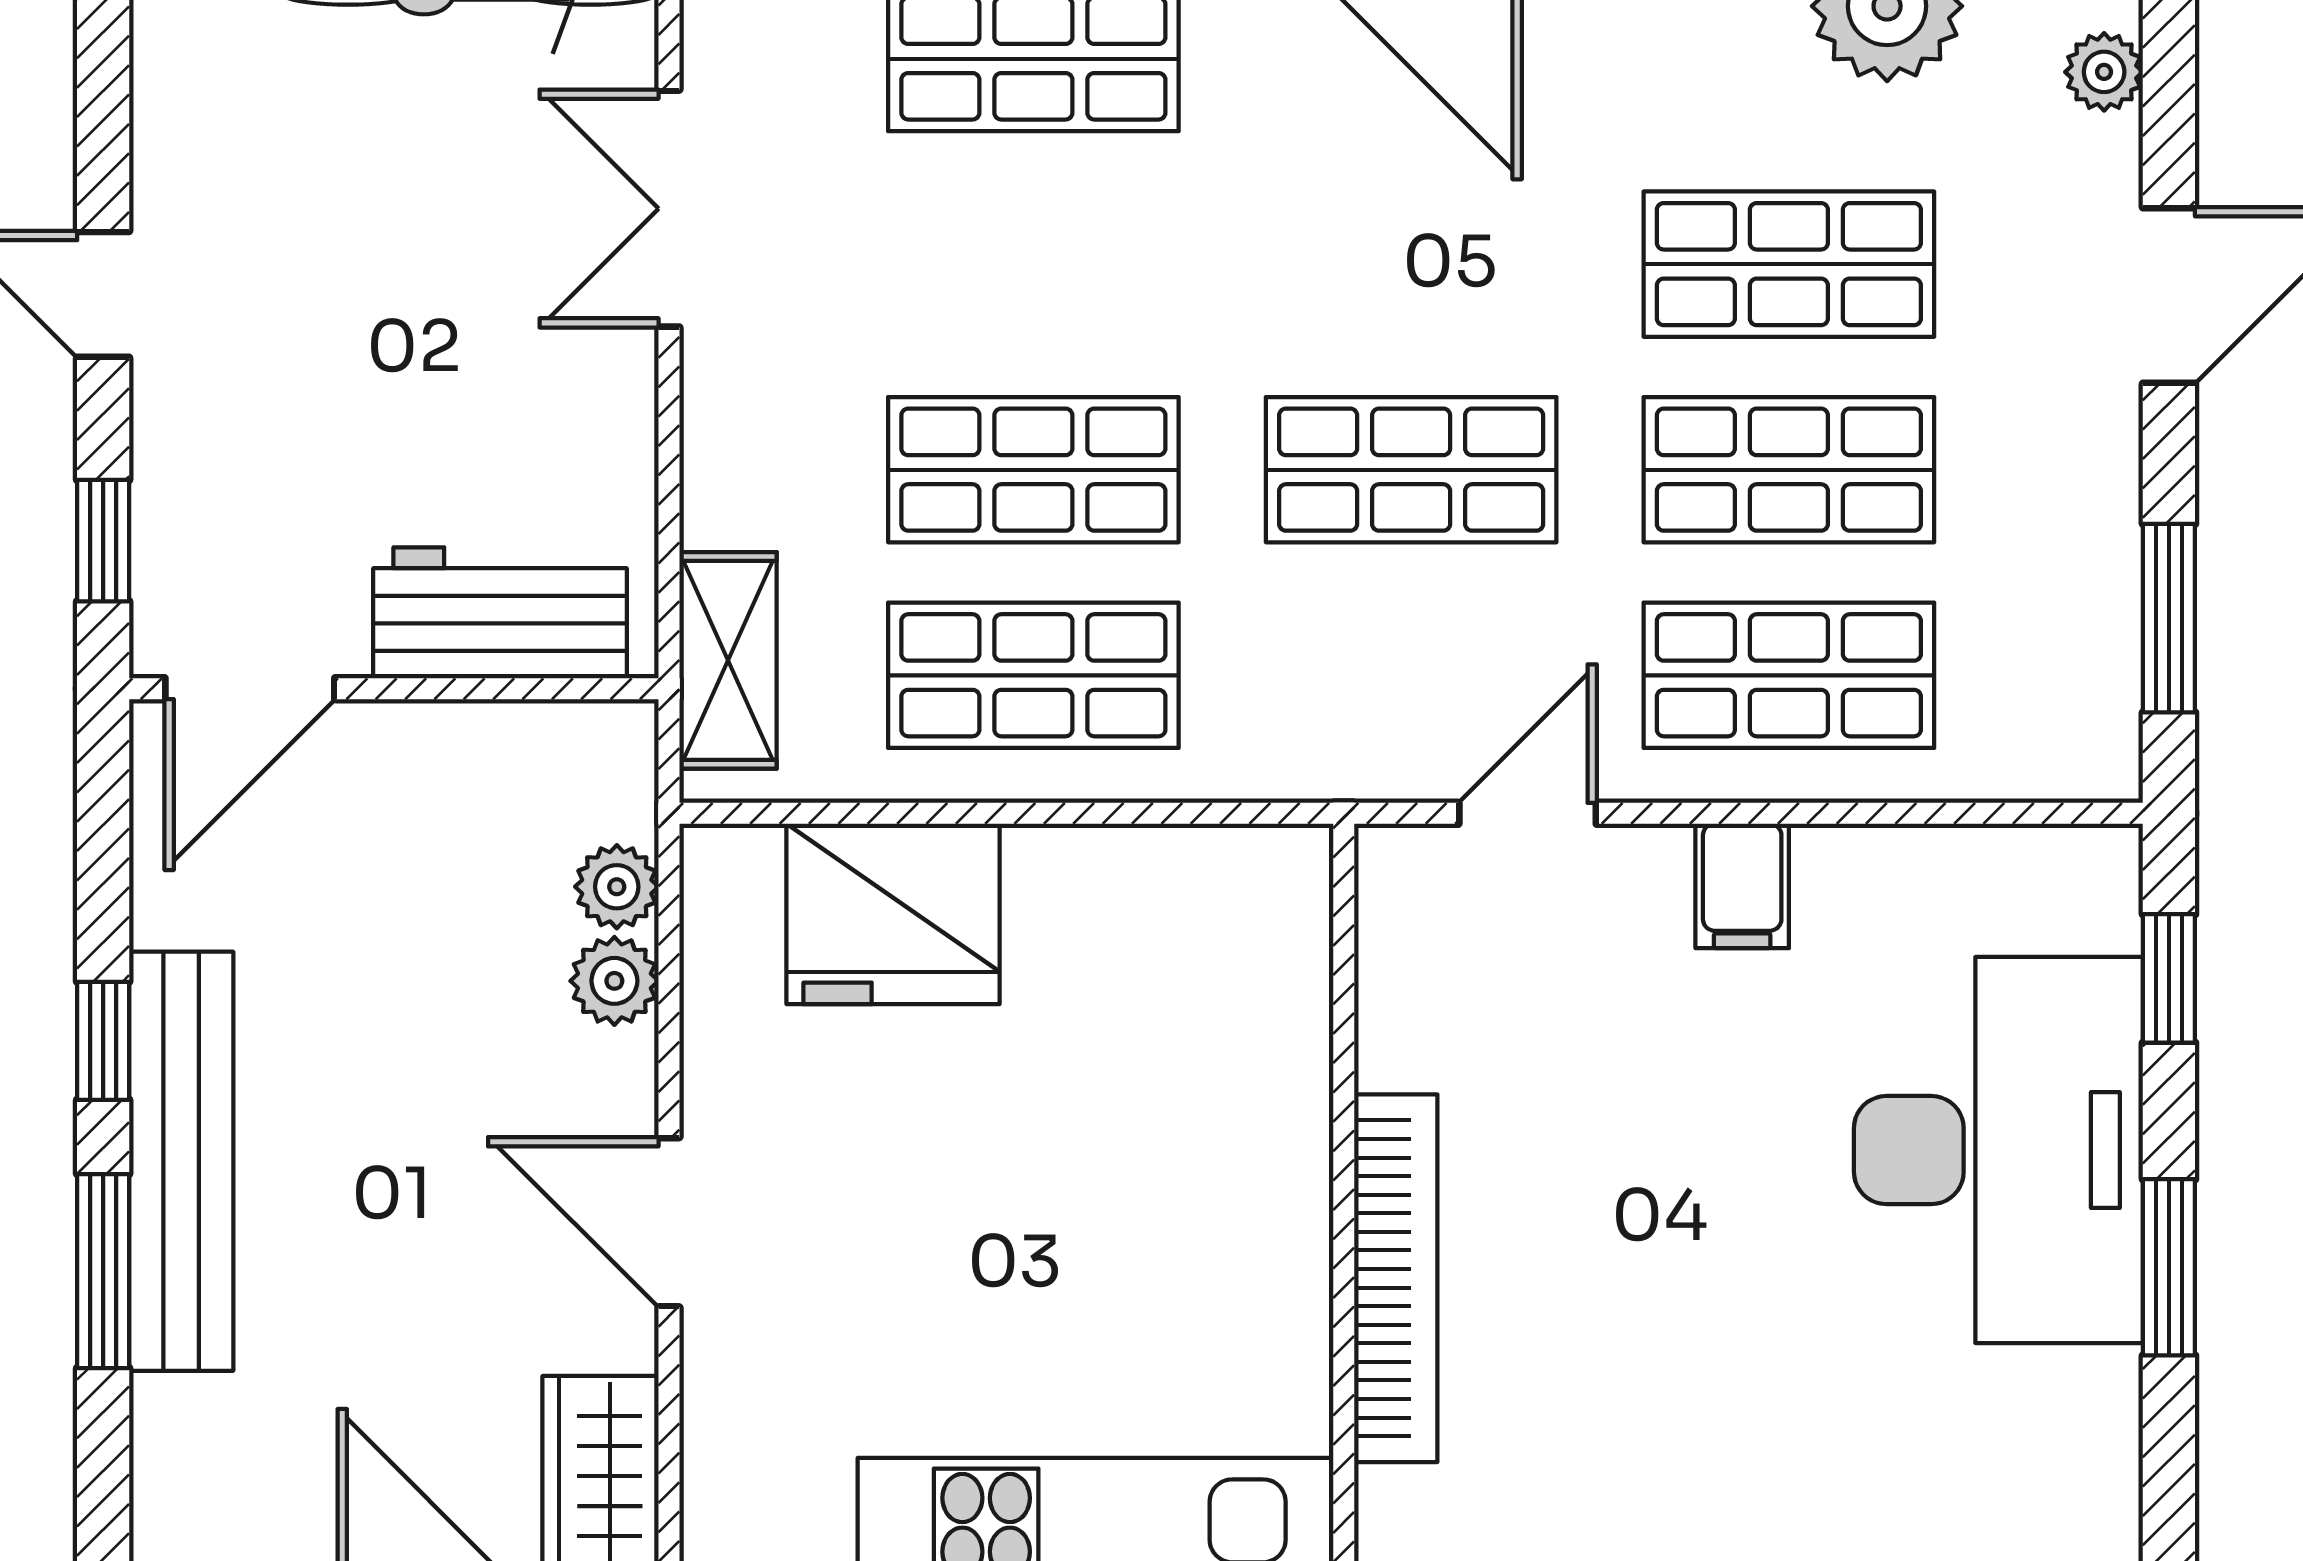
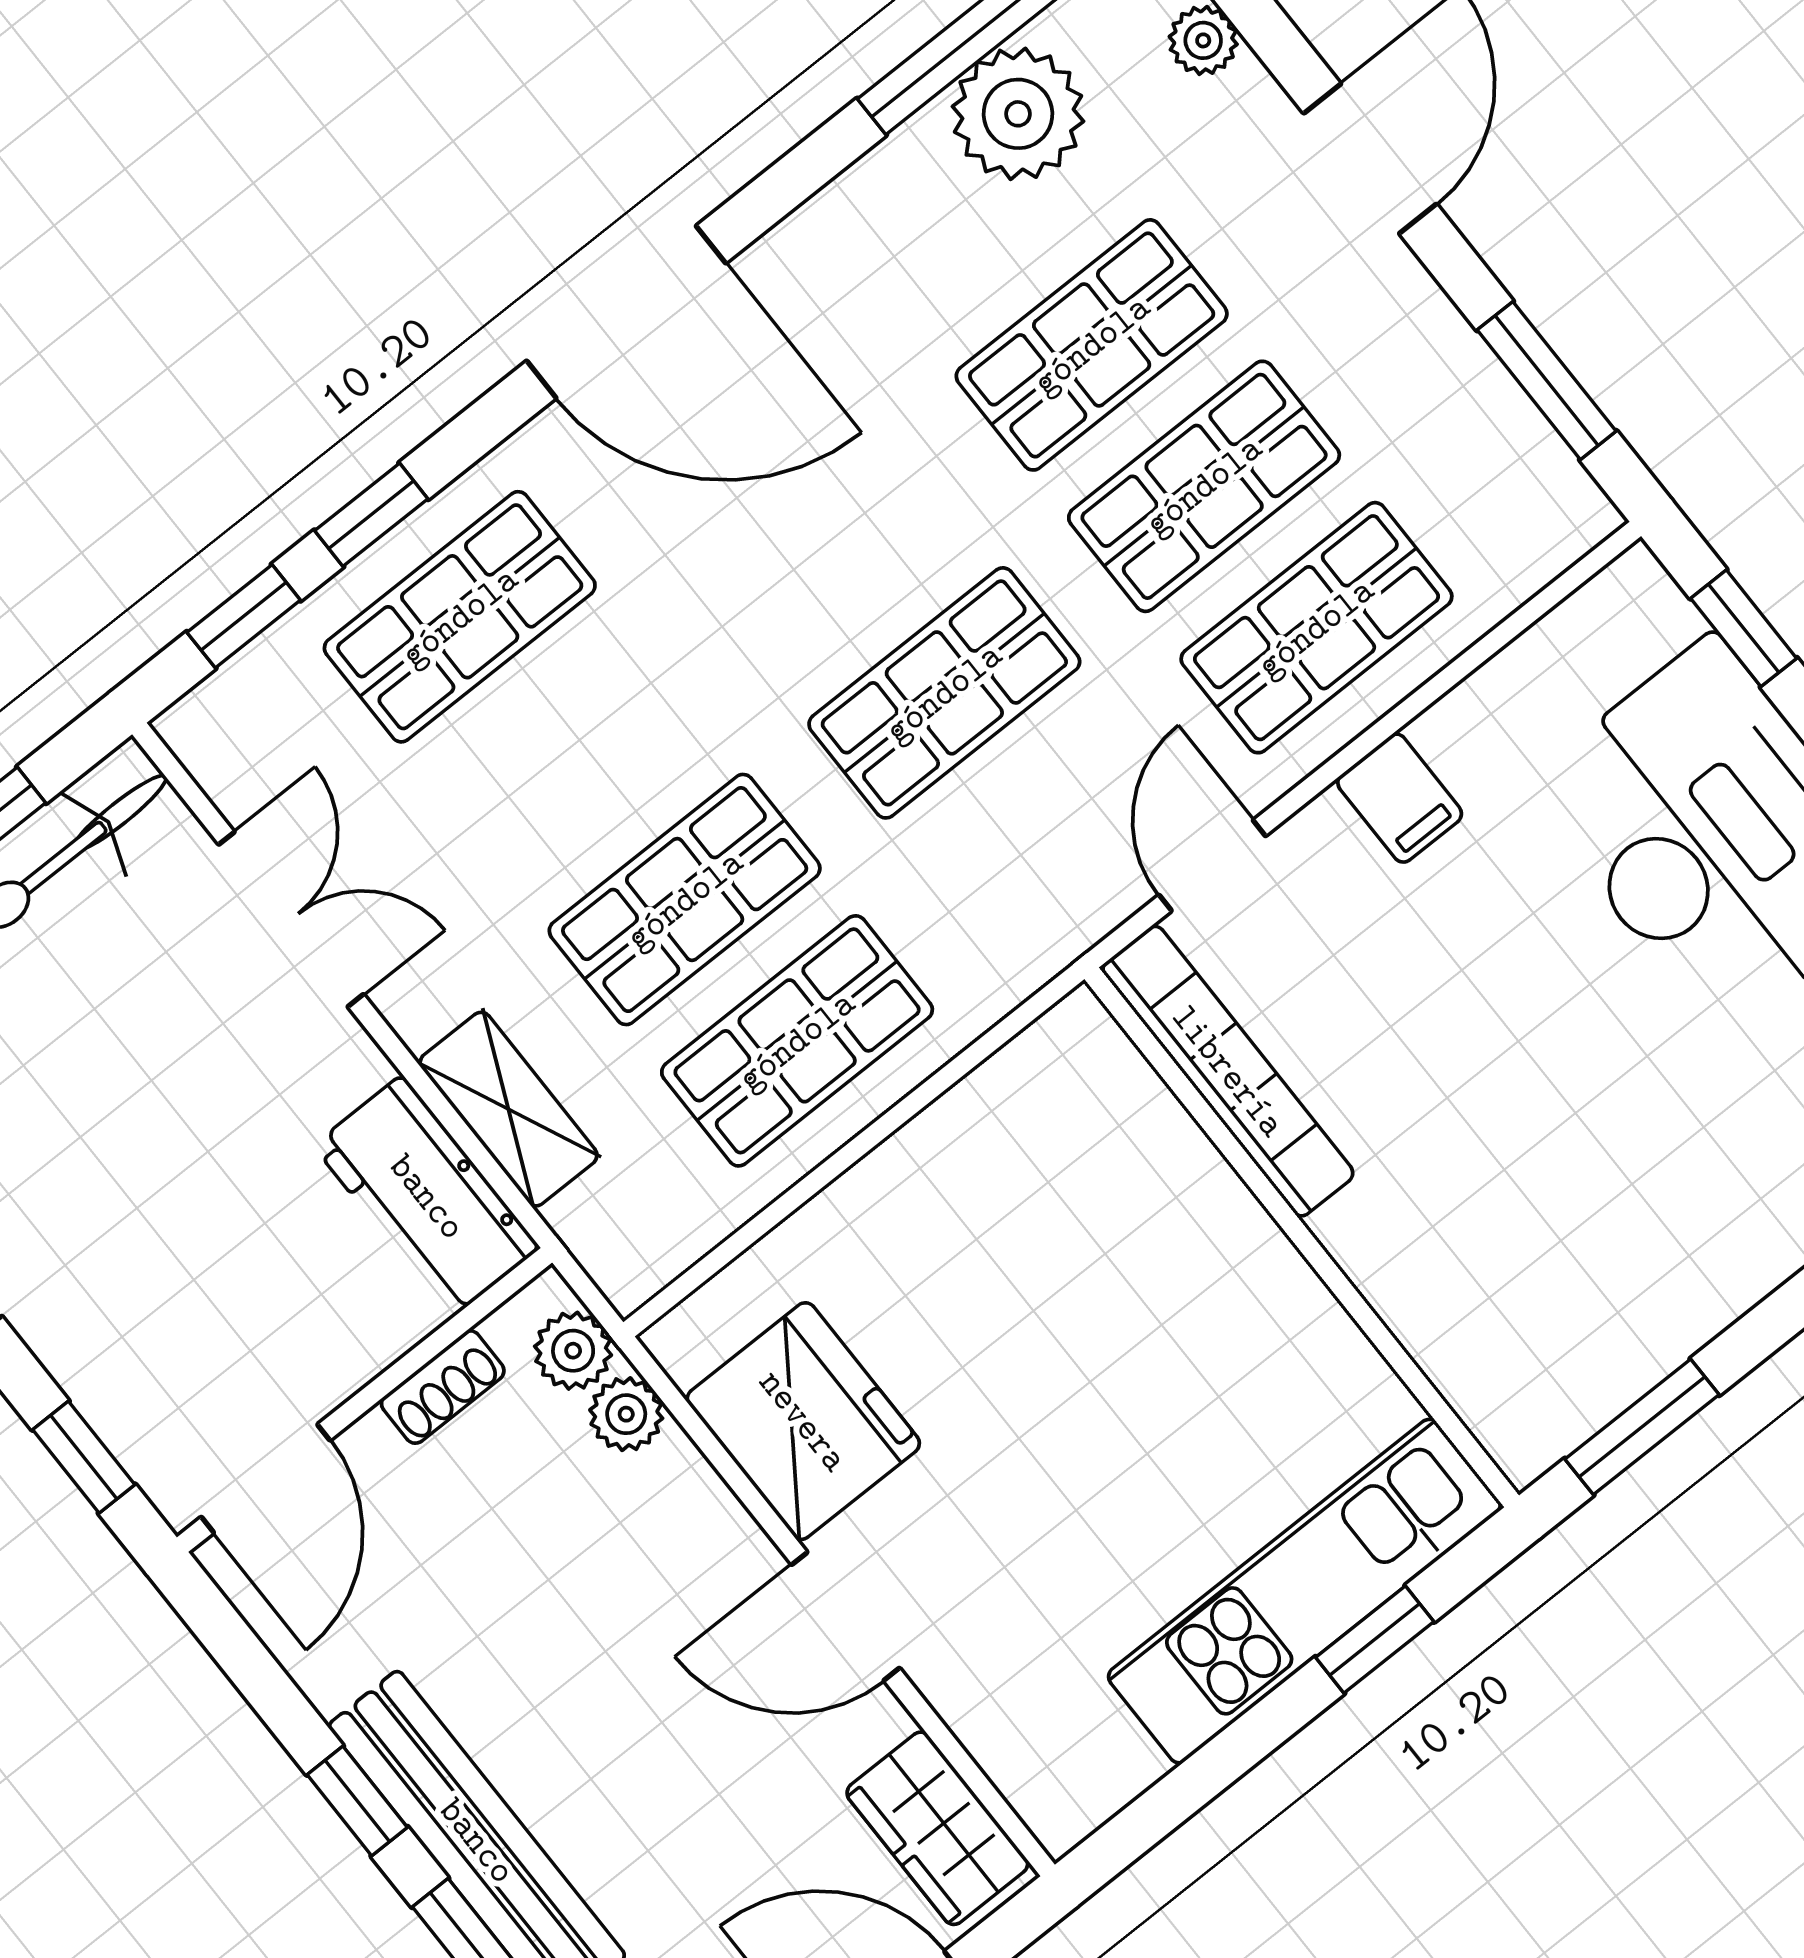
double door: (669, 209) -> (291, 919), swing flipped
workbench: (500, 613) -> (427, 1197), moved, turned -90
shelving: (728, 660) -> (508, 1109), moved
shoe rack: (473, 732) -> (443, 1387), added
fridge: (893, 914) -> (803, 1421), moved, turned -90
plant: (614, 981) -> (573, 1351), moved
bookcase: (1396, 1278) -> (1228, 1071), moved

